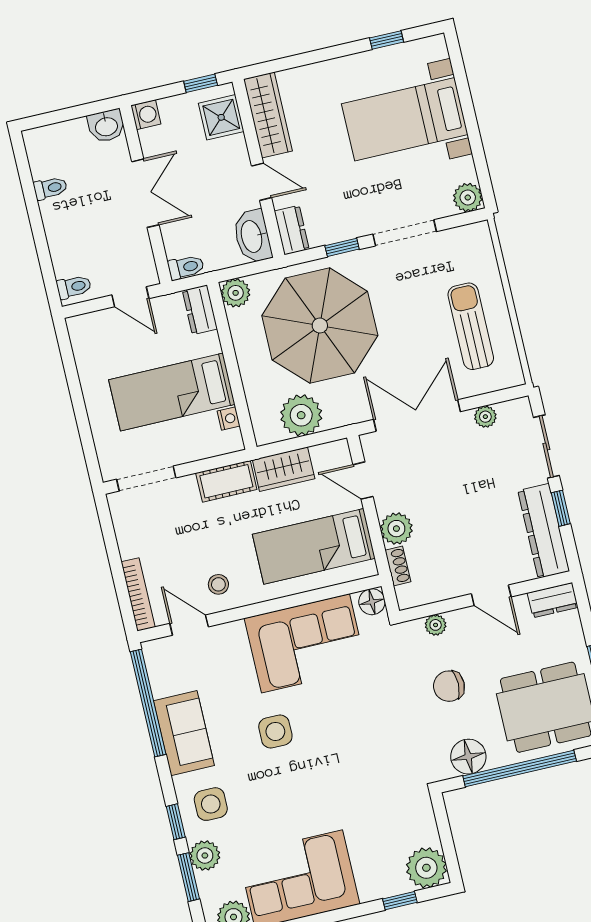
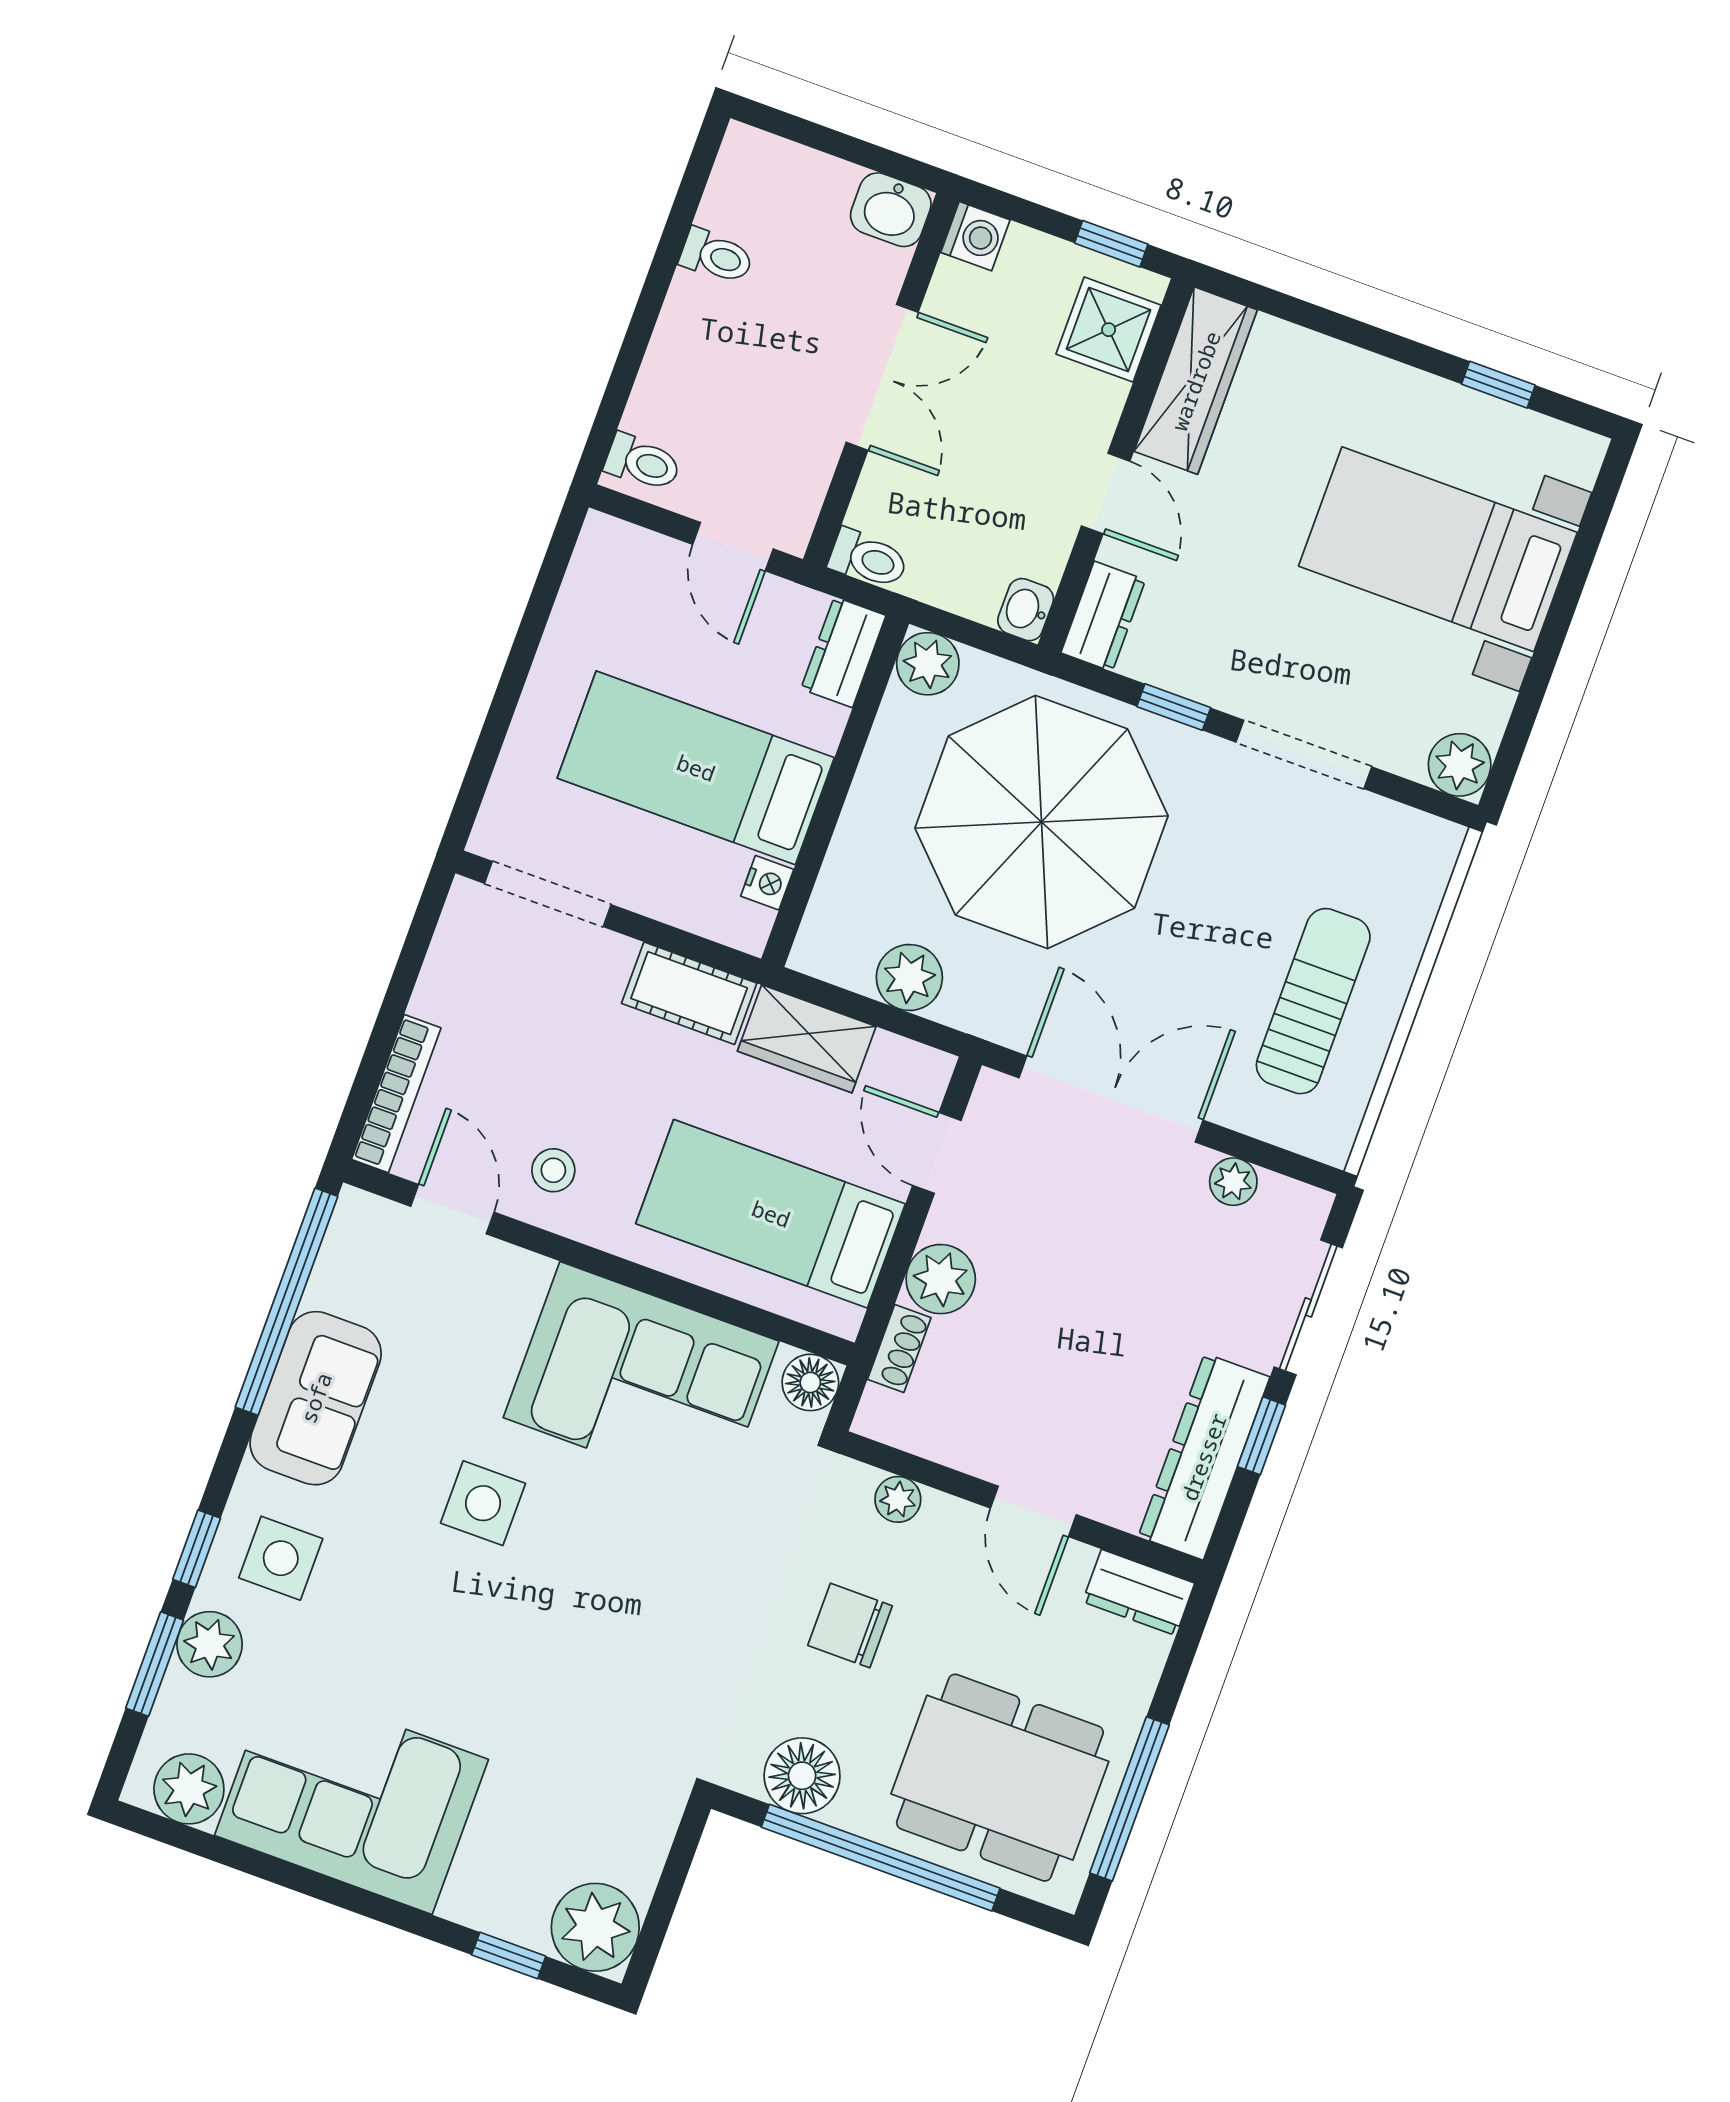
washbasin: (252, 236) -> (1026, 610), width x0.52, depth x0.69
plant: (301, 415) -> (909, 977), width x0.73, depth x0.73

